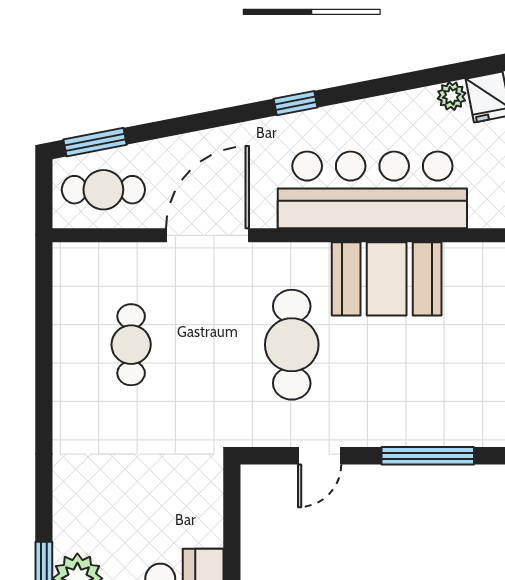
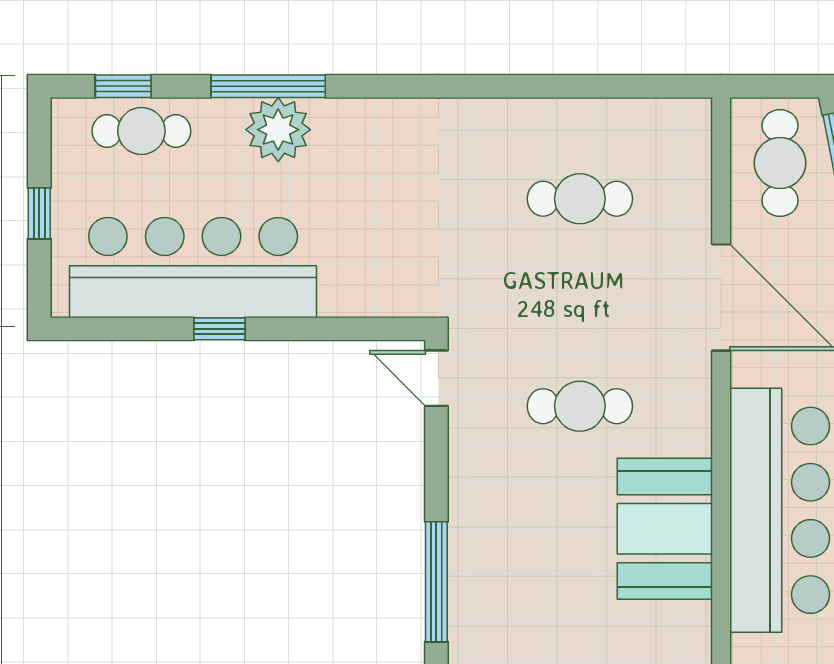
cafe table: (292, 345) -> (580, 406), width x0.73, depth x0.74
door: (320, 456) -> (436, 378), moved

